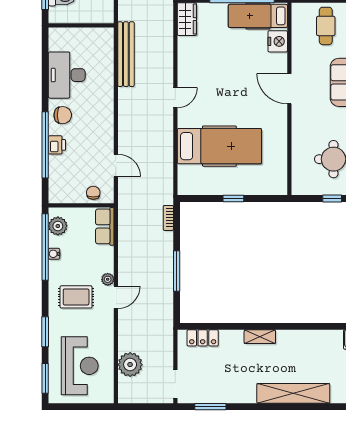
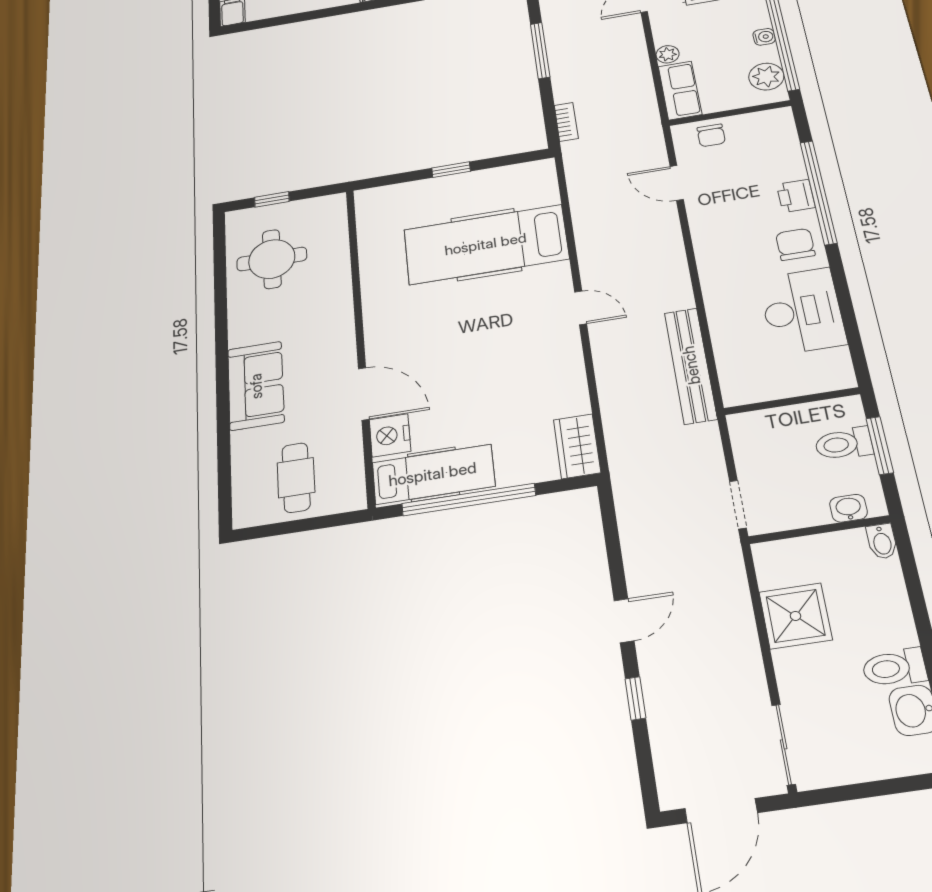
door: (289, 89) -> (364, 394), moved
door: (175, 98) -> (581, 308), swing flipped
chair: (63, 115) -> (795, 244), turned 90
plant: (108, 279) -> (668, 54), moved

